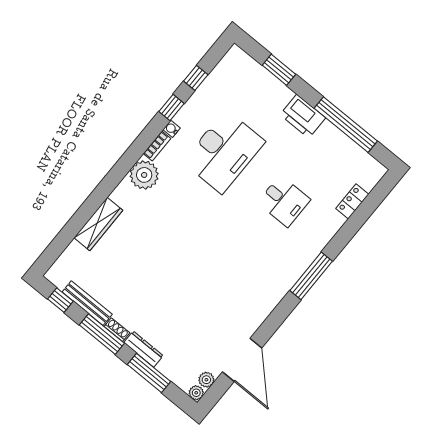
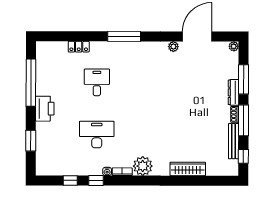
desk: (224, 152) -> (97, 135), width x0.73, depth x0.77
locker: (352, 201) -> (79, 47), moved
plant: (206, 380) -> (173, 47), moved

